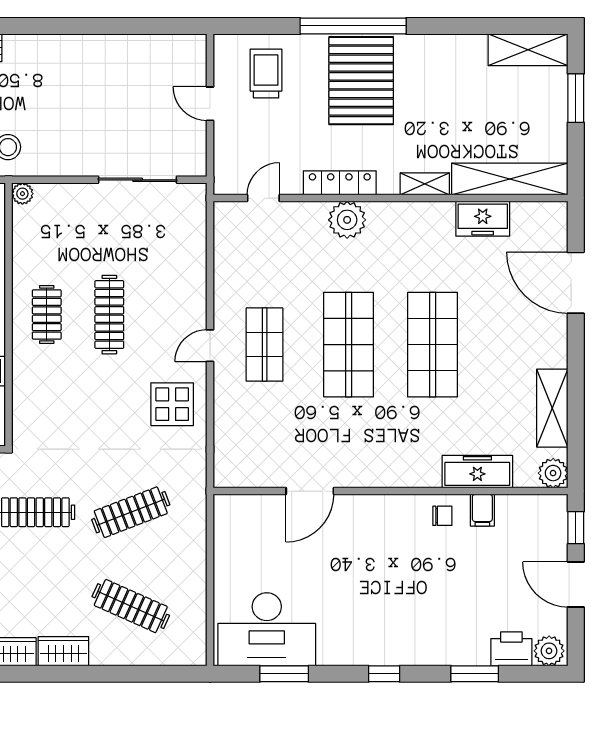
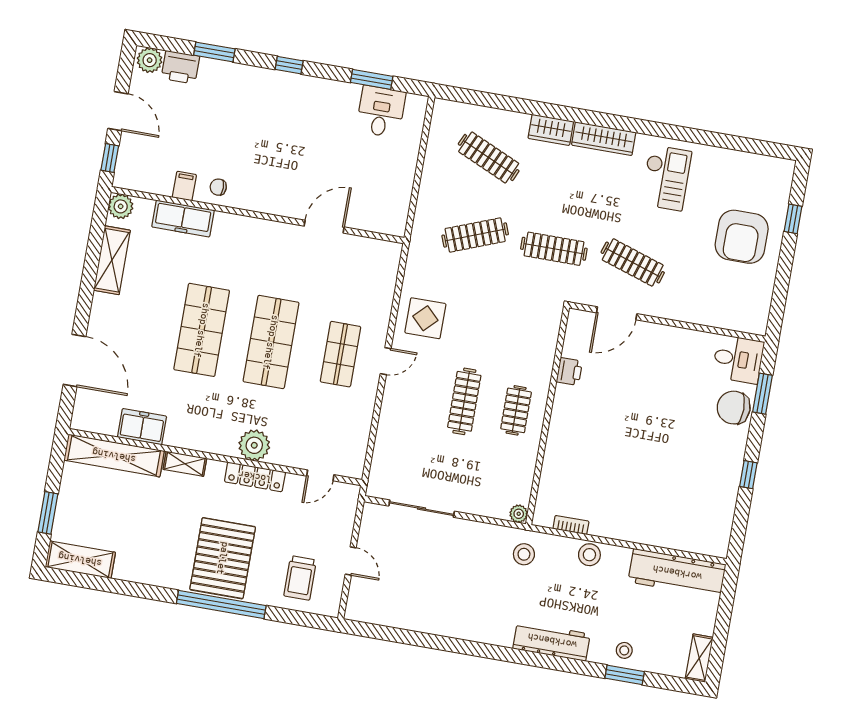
desk: (267, 629) -> (381, 112), width x0.53, depth x0.77

